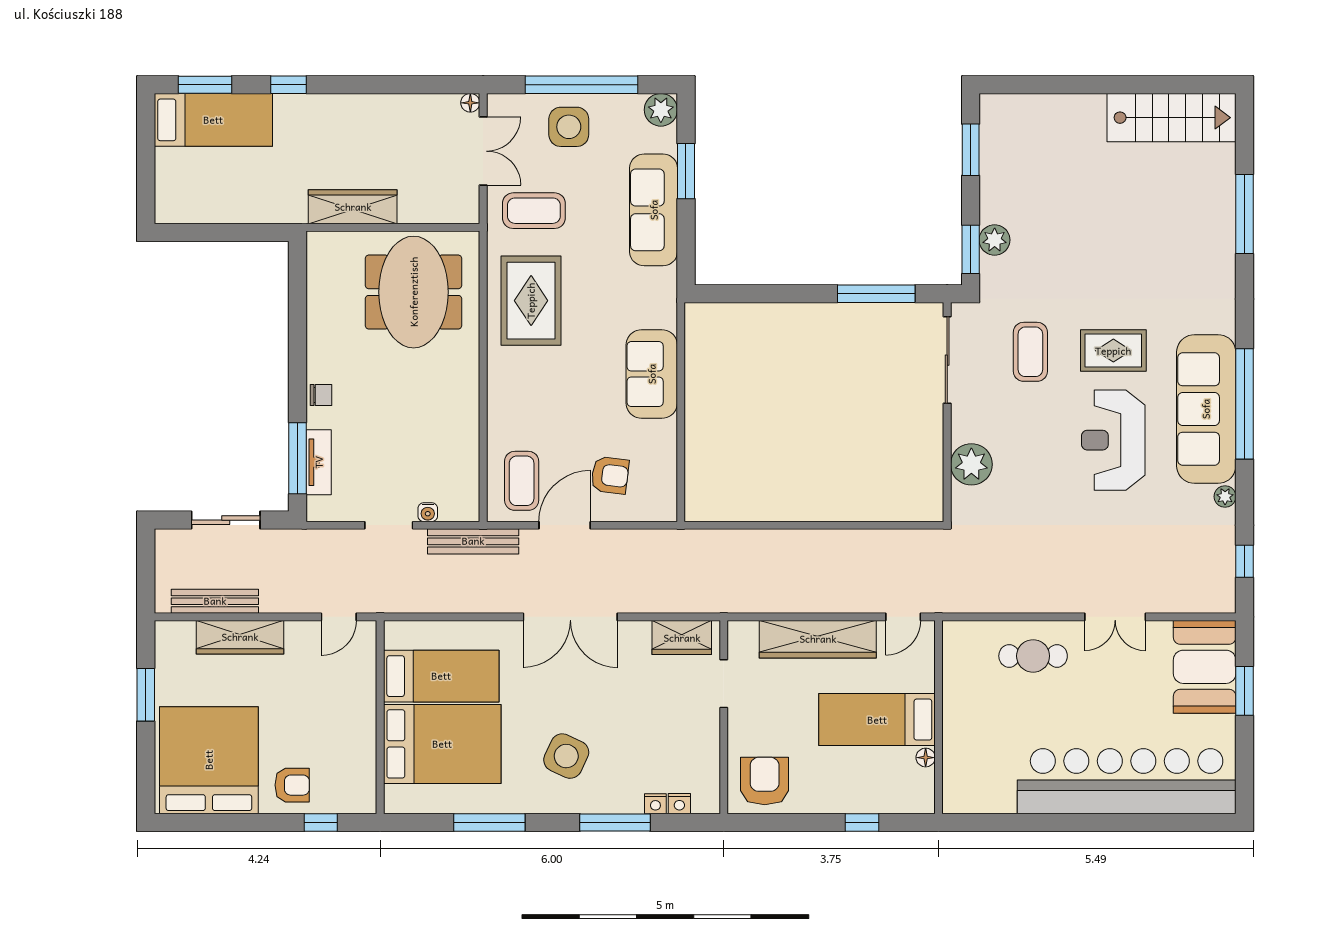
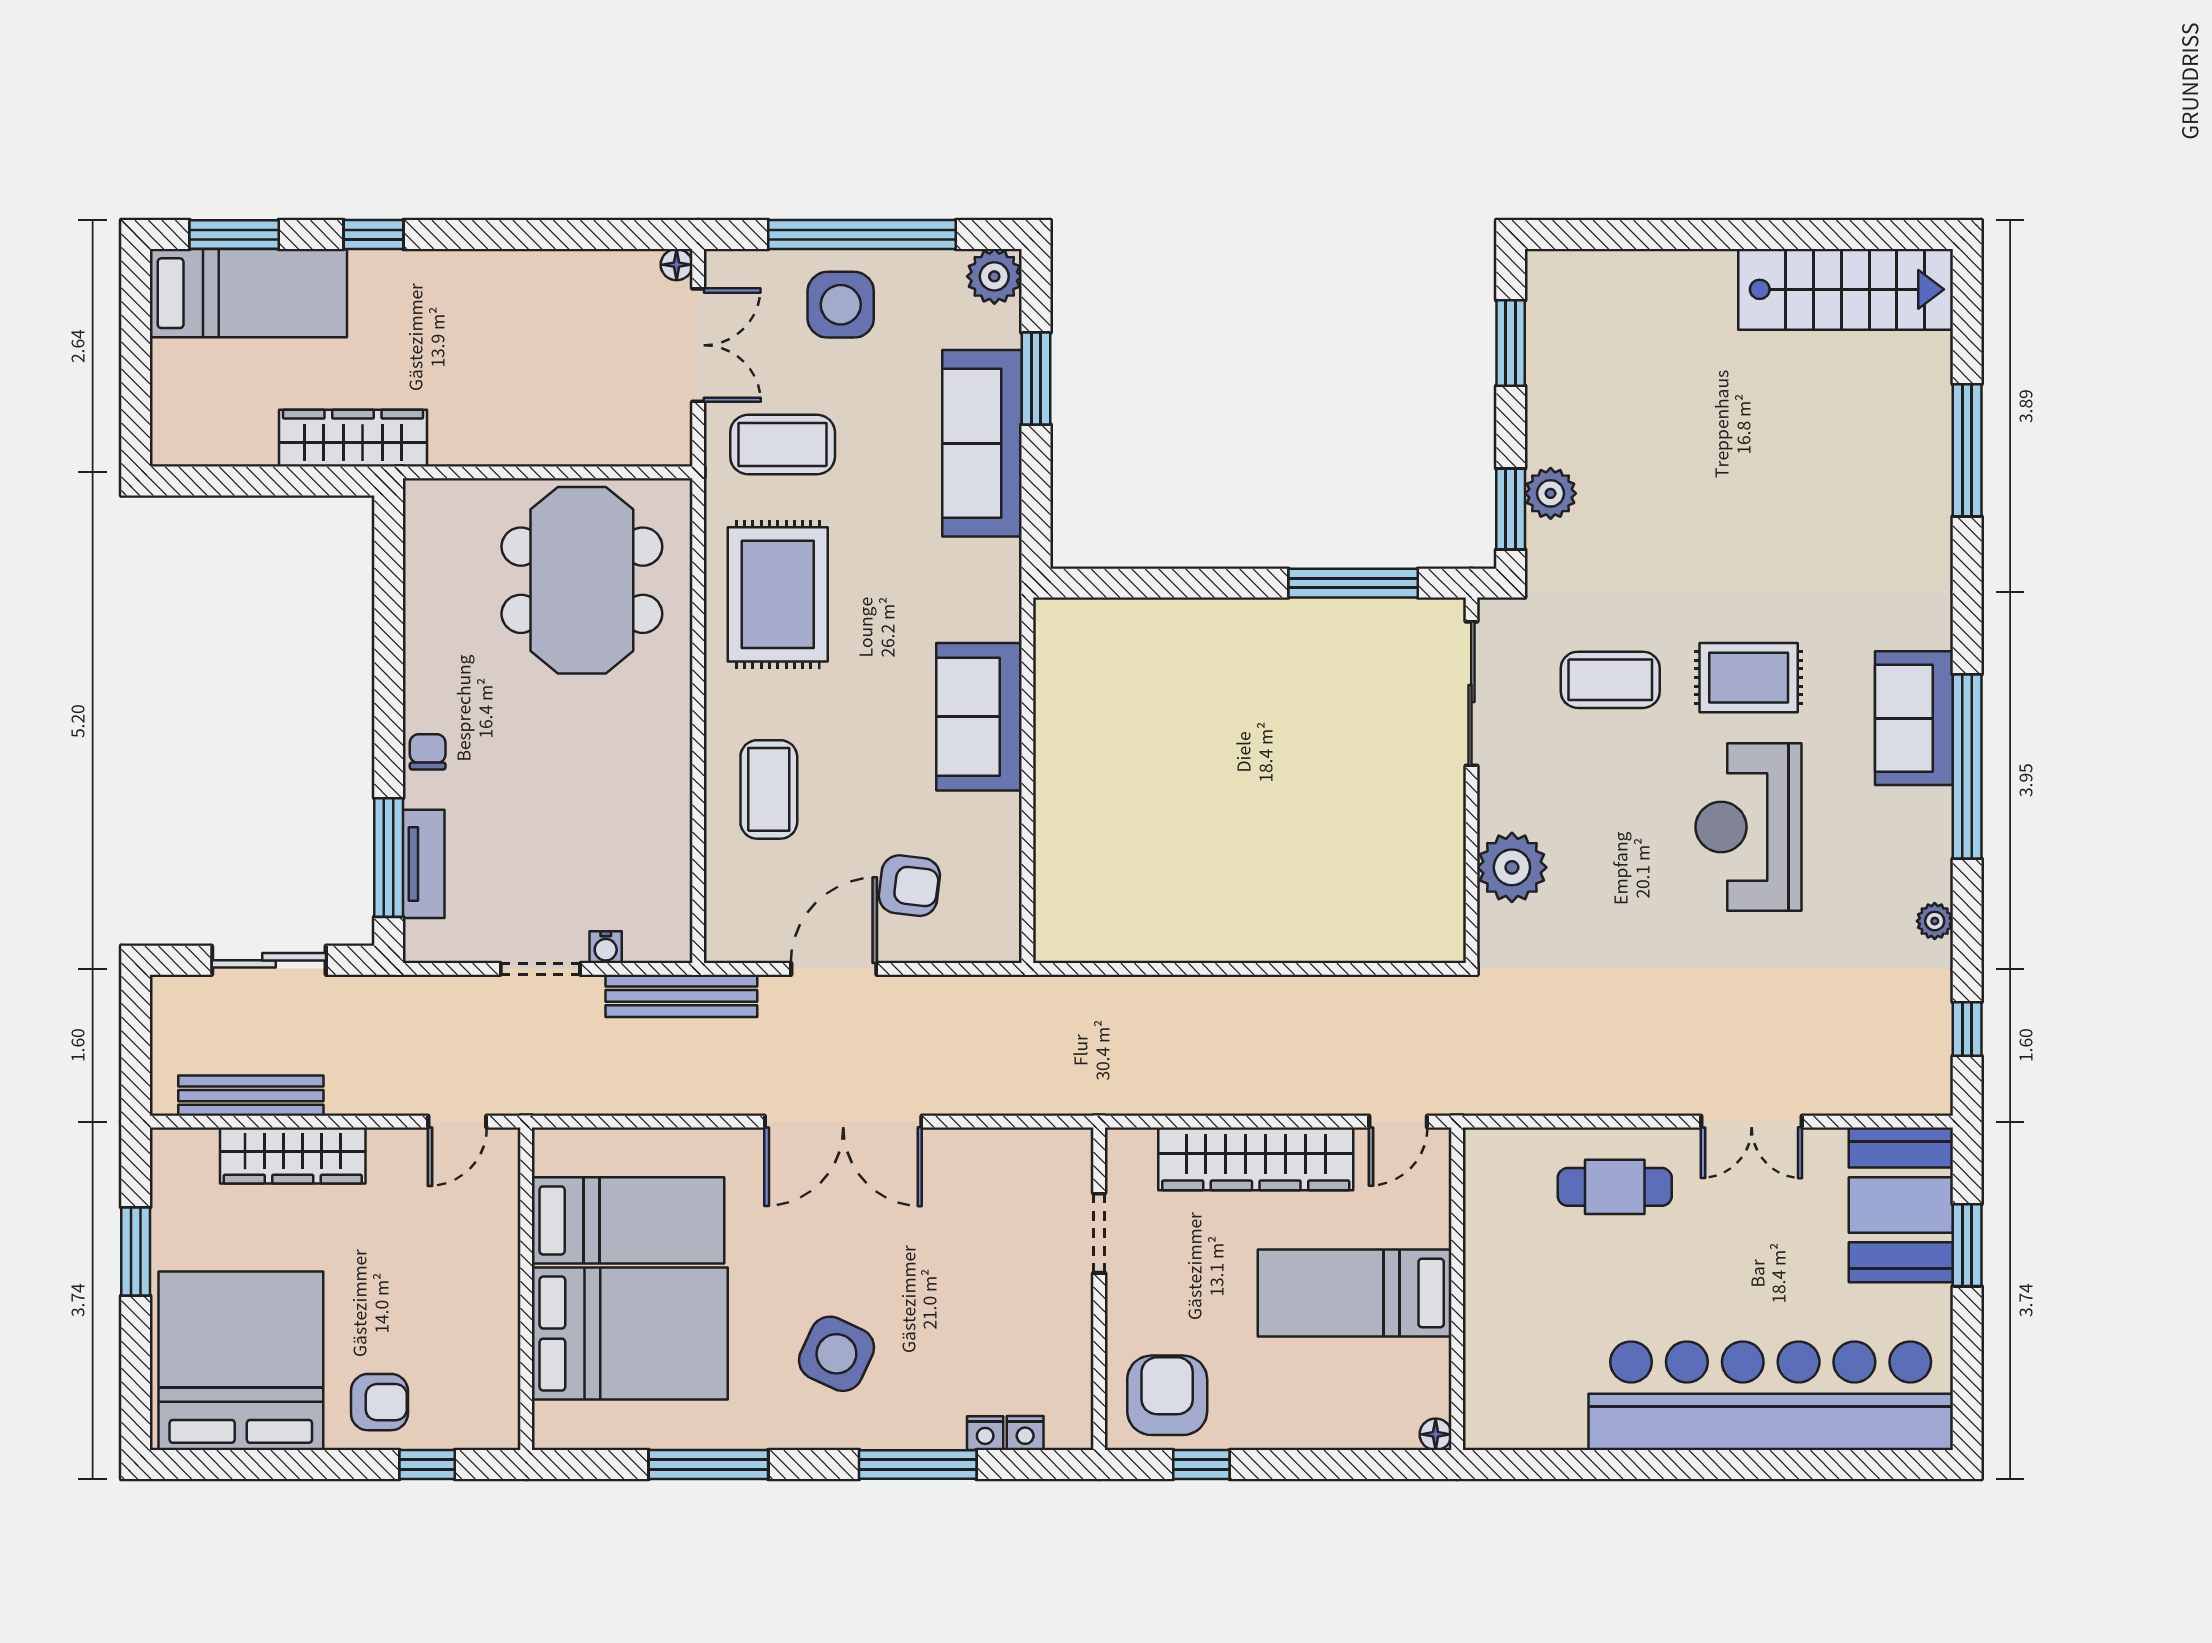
wardrobe: (353, 207) -> (353, 438), moved
coffee table: (1030, 352) -> (1610, 680), turned 90
chair: (321, 395) -> (428, 752), turned -90
sofa: (1206, 409) -> (1914, 718), width x0.54, depth x0.79
coffee table: (522, 481) -> (769, 789), moved
wardrobe: (682, 638) -> (1029, 1156), removed
floor lamp: (926, 758) -> (1436, 1434), moved
window: (862, 822) -> (1201, 1464), moved

